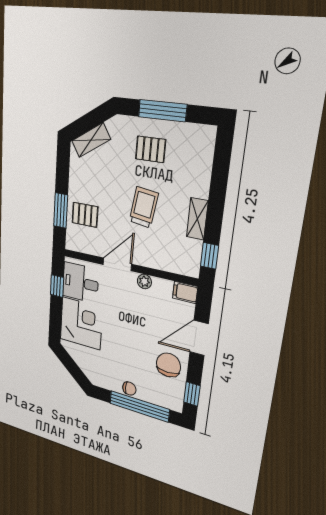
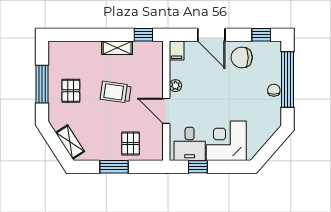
window: (61, 211) -> (114, 167), moved

